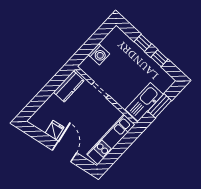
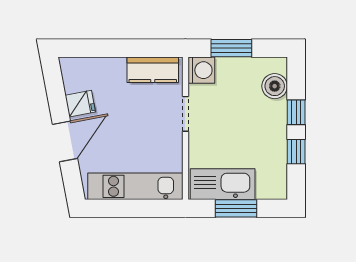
boiler: (123, 42) -> (275, 86), added
window: (91, 45) -> (231, 48), added
washing machine: (99, 54) -> (201, 70), moved, turned -90

